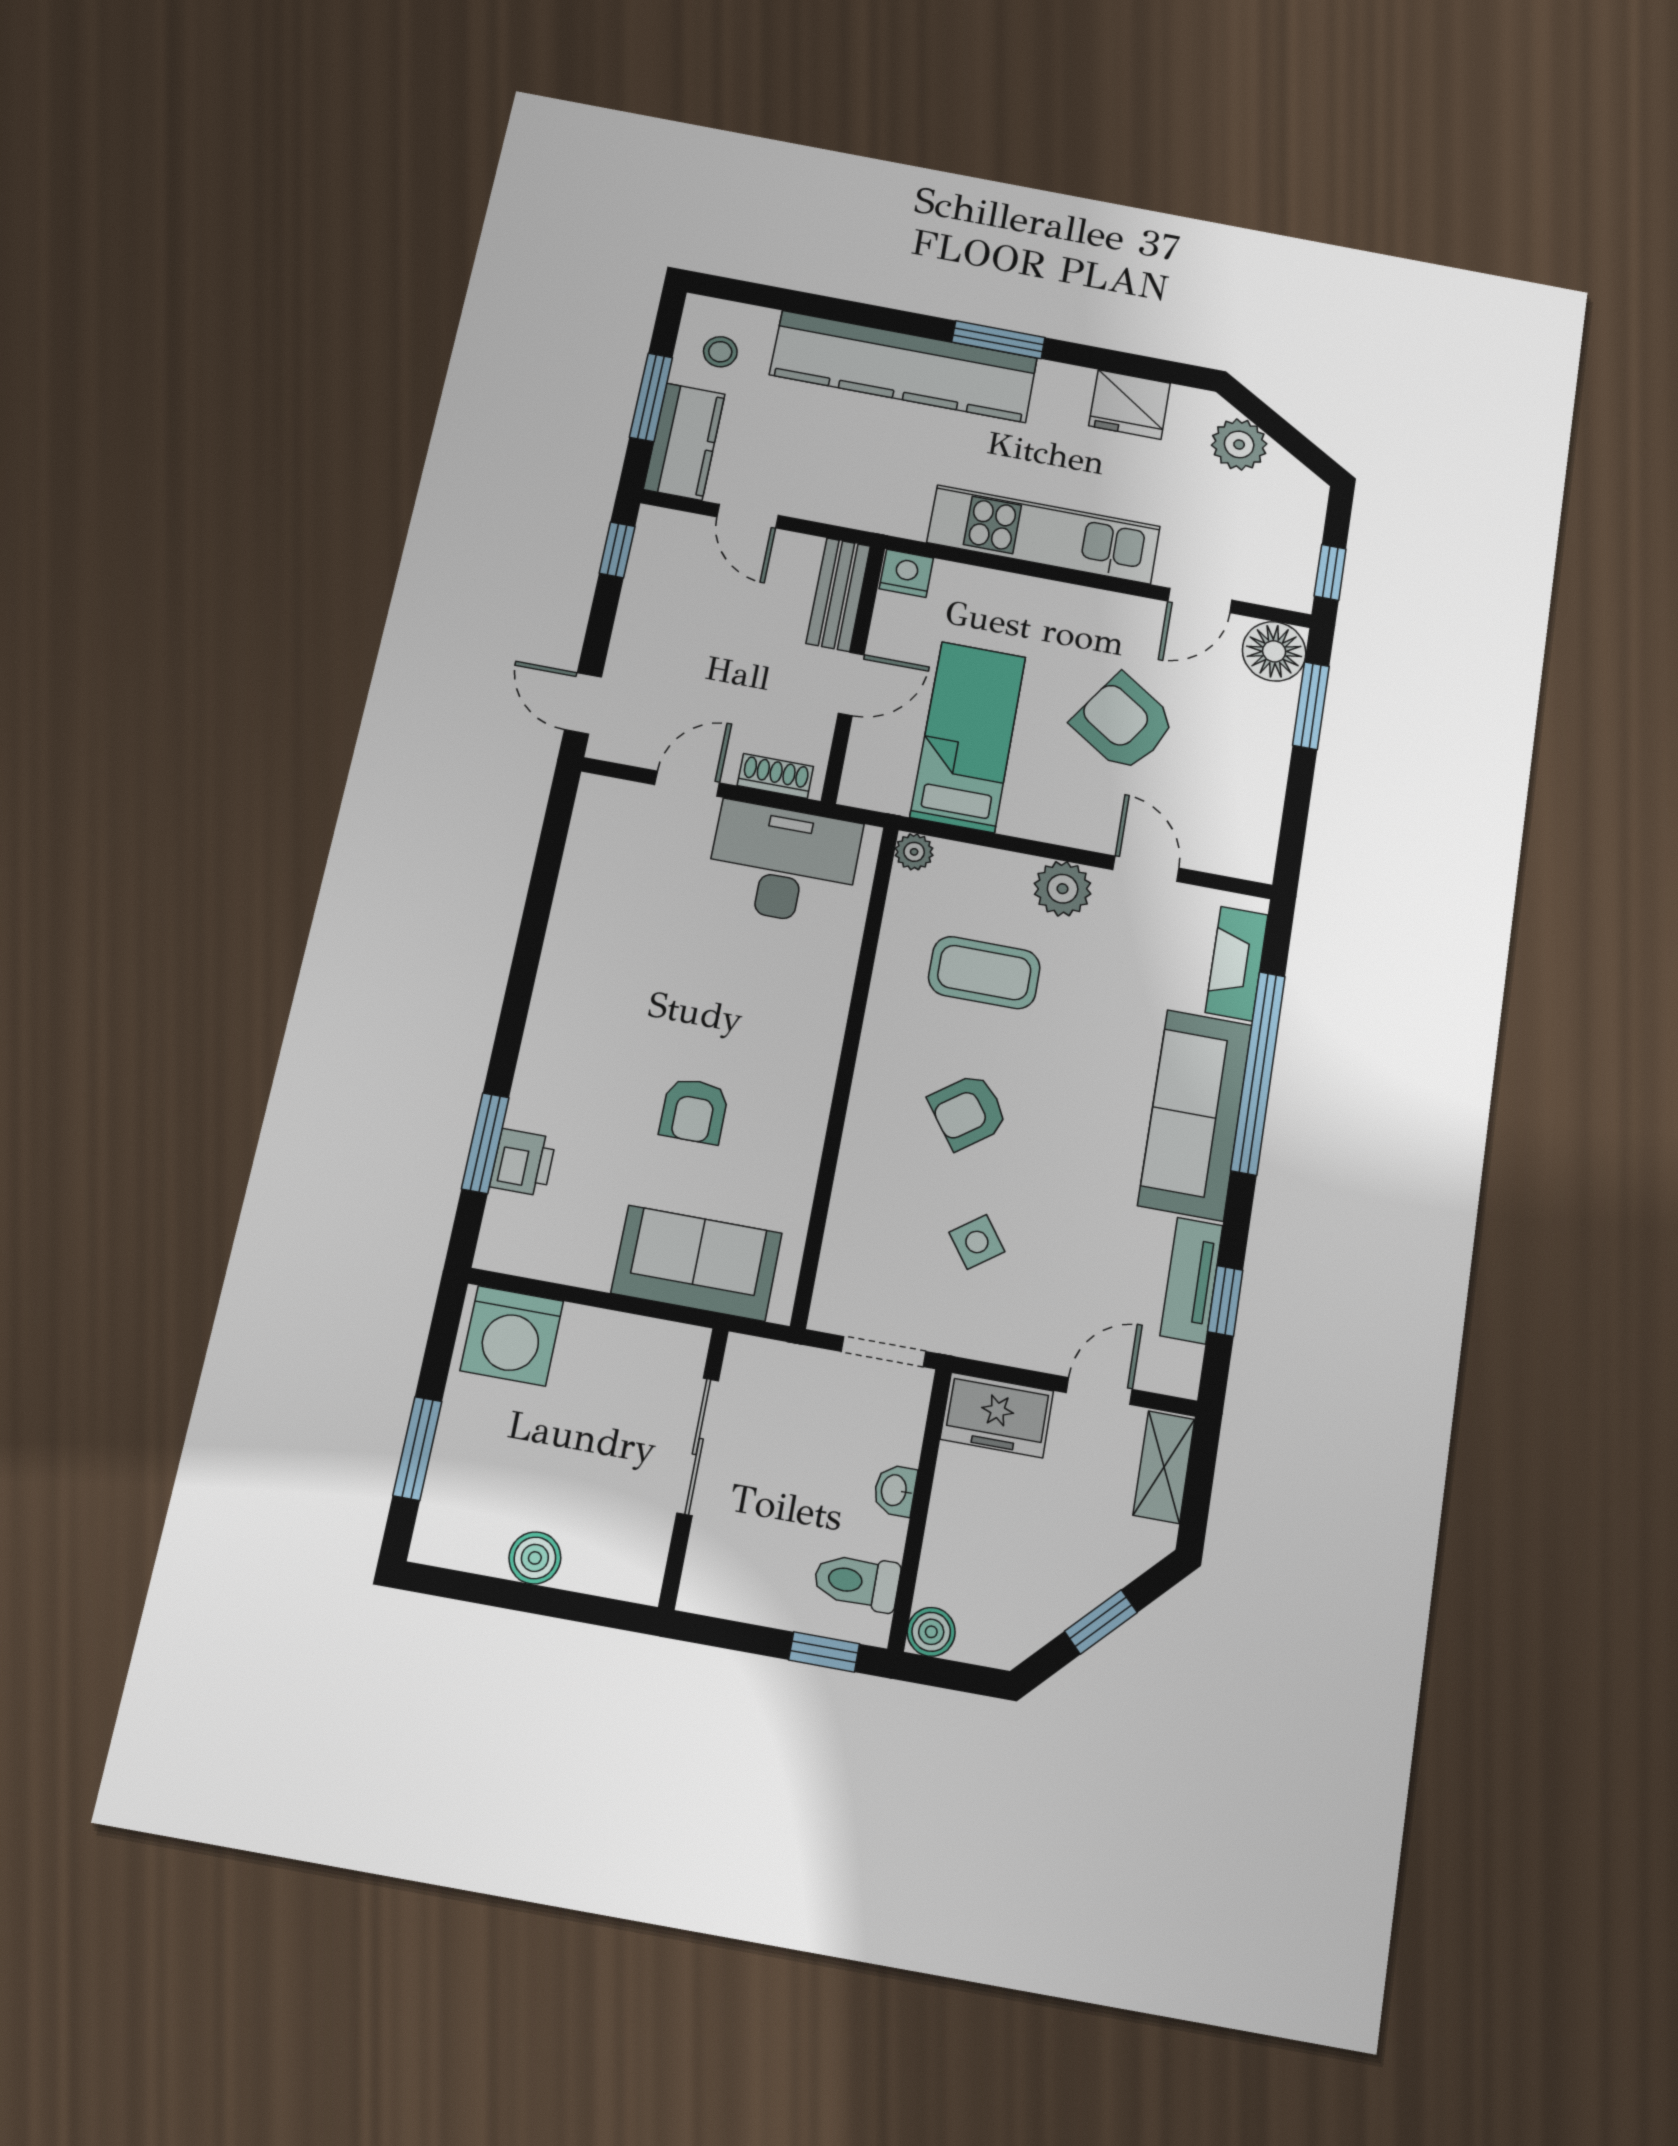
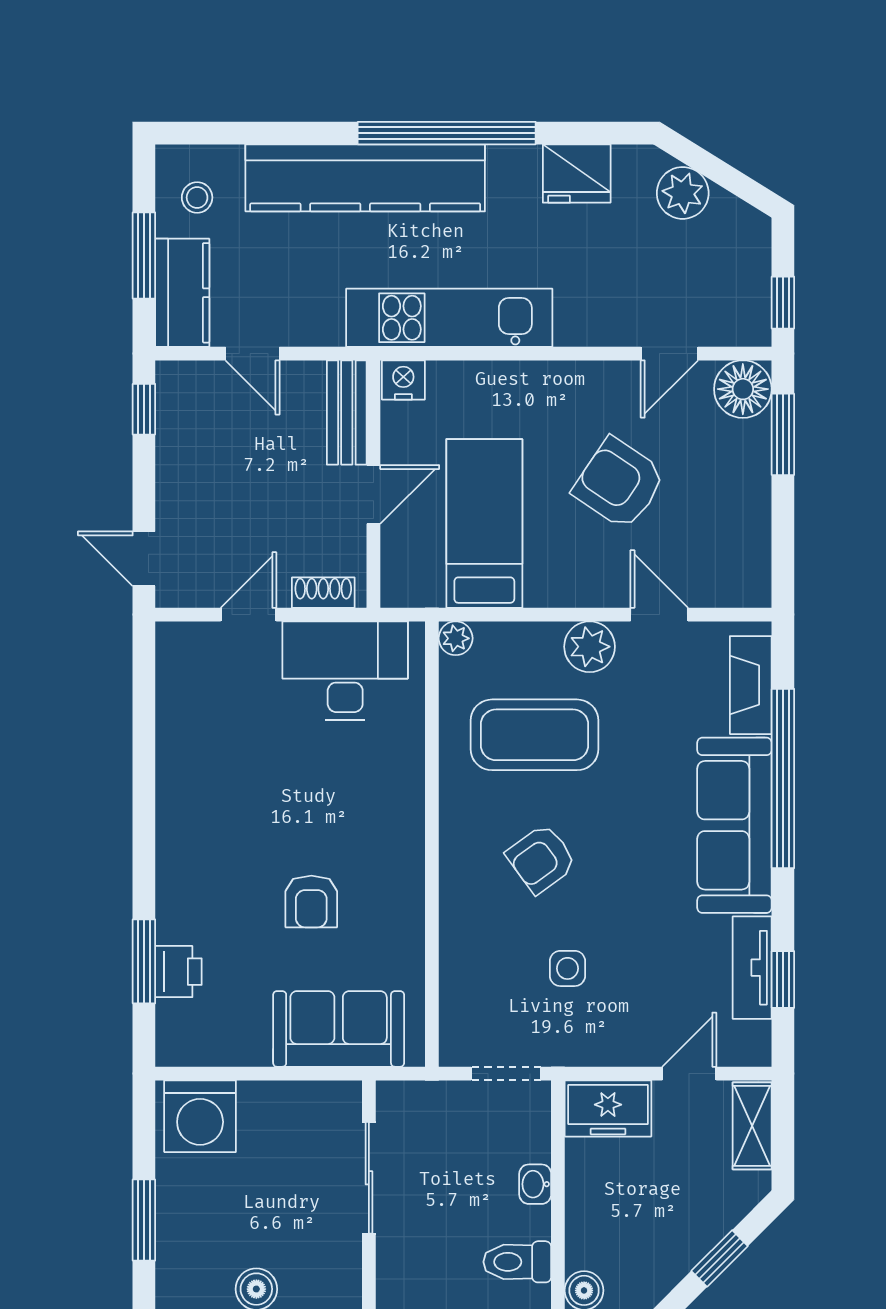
window: (998, 340) -> (447, 133), width x2.11
kitchen unit: (1044, 534) -> (449, 318), moved
coffee table: (984, 973) -> (535, 735), width x1.36, depth x1.32
side table: (977, 1242) -> (567, 968), turned 36

